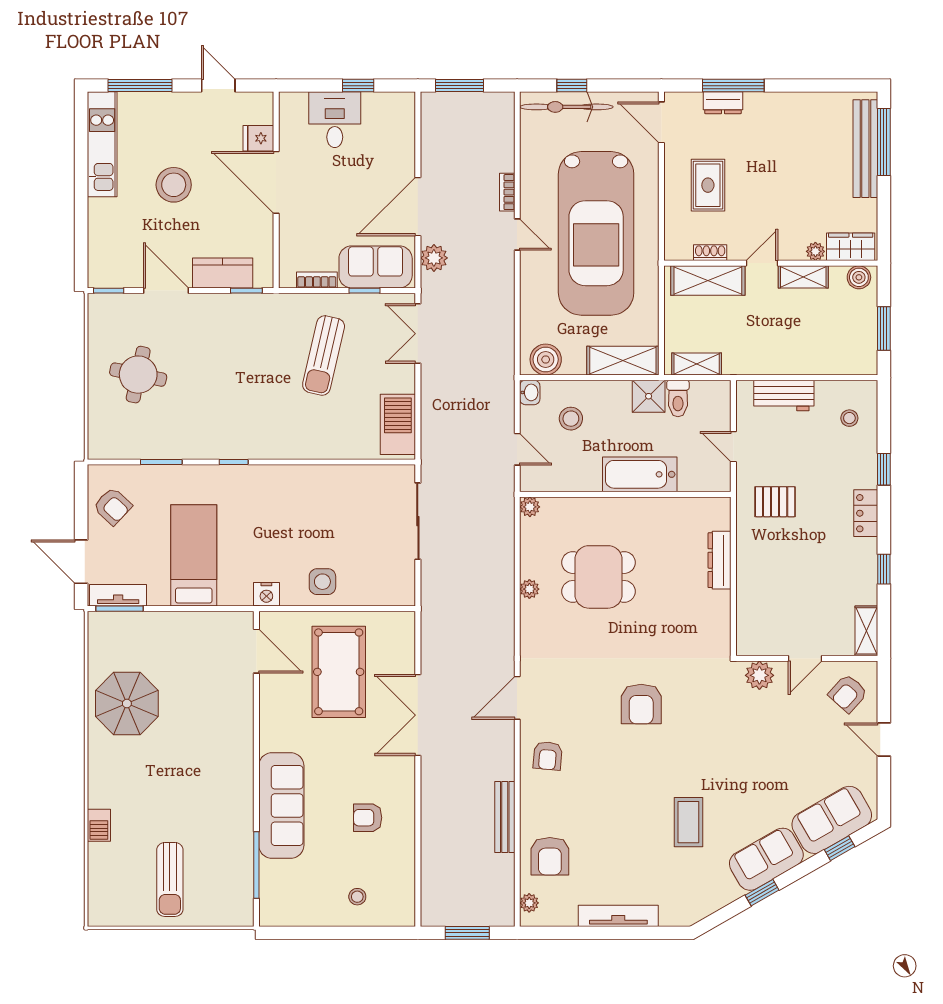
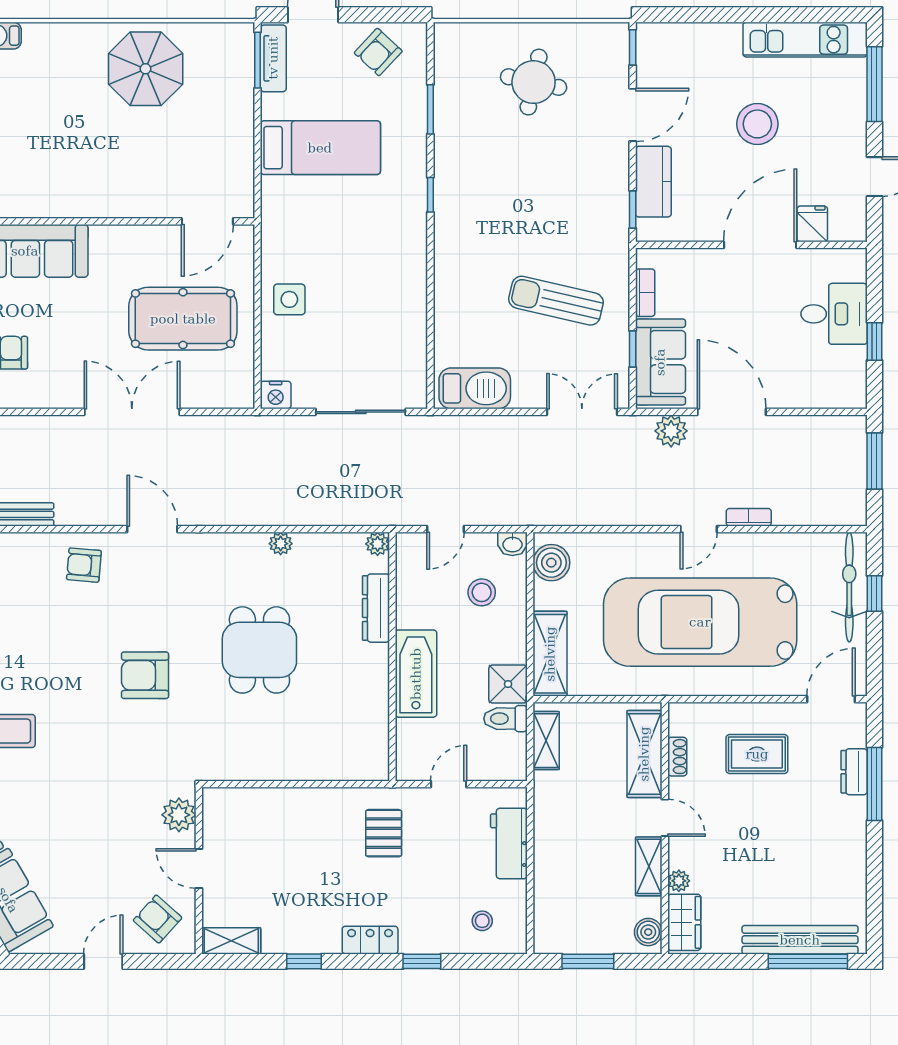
dresser: (720, 560) -> (376, 608), moved, turned -90
dining table: (598, 577) -> (259, 650), moved
nightstand: (266, 594) -> (276, 395), moved, turned -90

